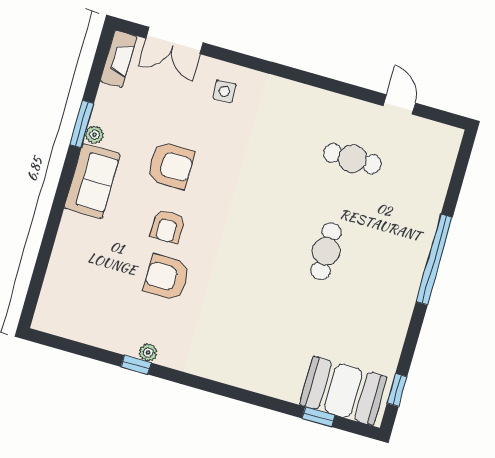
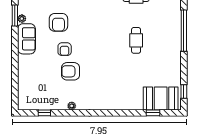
armchair: (171, 165) -> (58, 22), turned 90
window: (136, 365) -> (44, 113), moved

